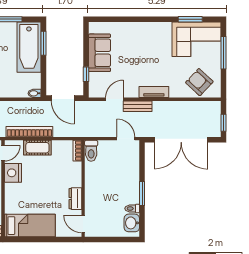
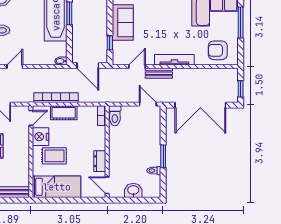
armchair: (199, 82) -> (218, 50), turned -43
tv unit: (154, 92) -> (174, 60), width x1.41
rug: (28, 193) -> (54, 156), added
washbasin: (132, 223) -> (133, 190), moved, turned 90

